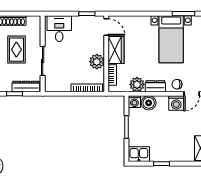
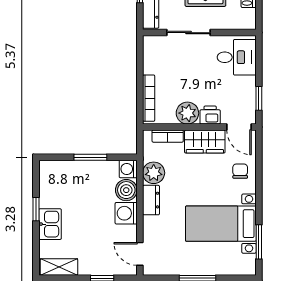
door: (106, 27) -> (239, 127), hinge flipped
printer: (98, 46) -> (210, 115), added
chair: (177, 84) -> (240, 171), moved
washing machine: (176, 103) -> (126, 213), moved
kitchen sink: (139, 154) -> (50, 224), moved

